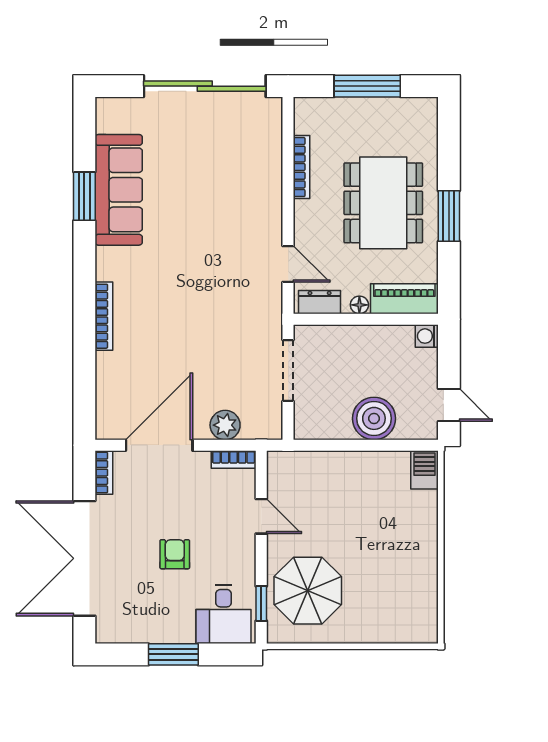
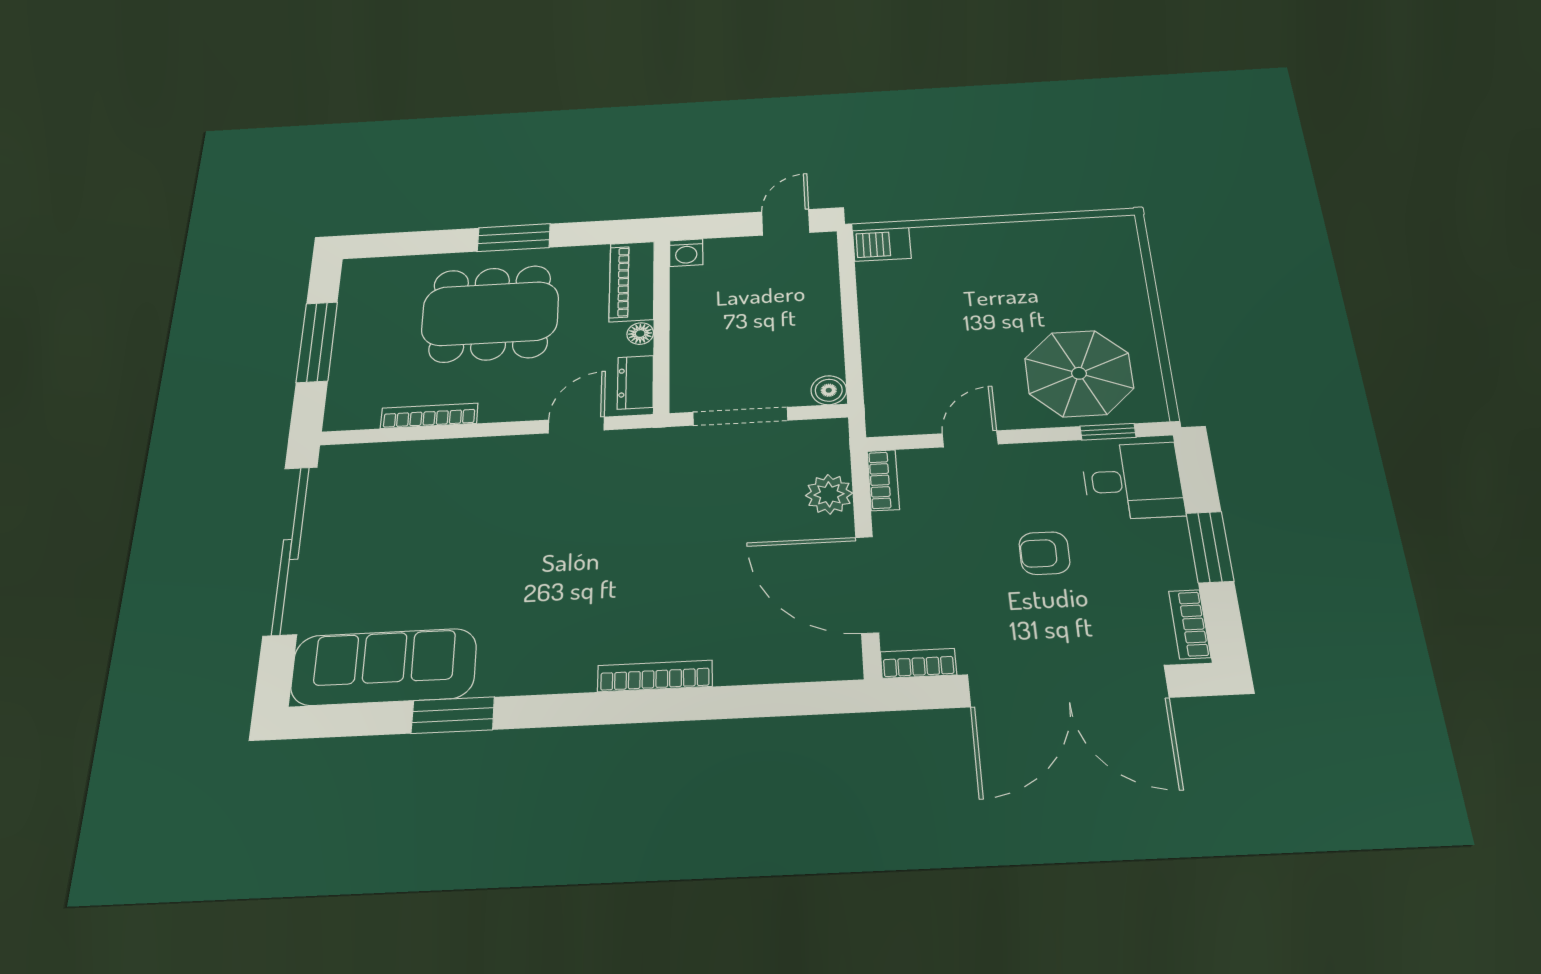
sofa: (119, 190) -> (384, 667), moved
boiler: (374, 418) -> (829, 390), moved, width x0.54, depth x0.54
bookcase: (121, 634) -> (1190, 624), added

